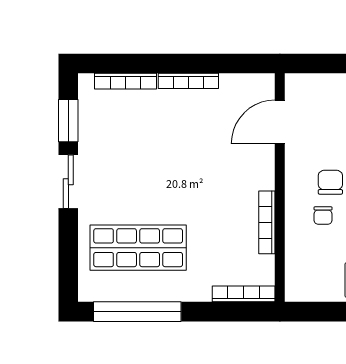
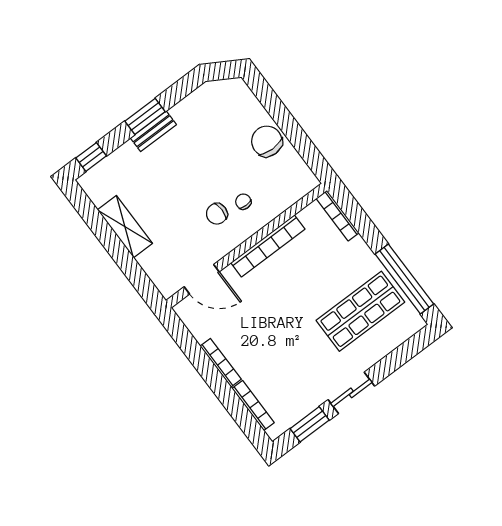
chair: (323, 216) -> (243, 202), turned -90
bookcase: (267, 222) -> (268, 246), width x1.48, depth x1.31
shop shelf: (138, 248) -> (360, 311), turned 90

